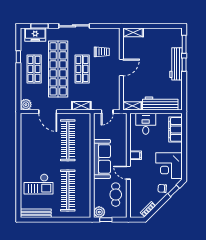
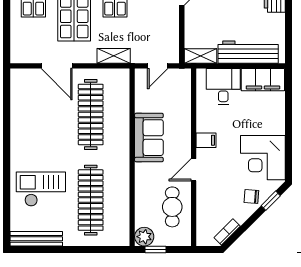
plant: (26, 105) -> (19, 54), removed
filing cabinet: (175, 129) -> (263, 80), moved, turned -90
sofa: (102, 159) -> (149, 138), width x0.73
door: (128, 173) -> (194, 170), hinge flipped
checkout: (38, 184) -> (41, 189), turned 180

